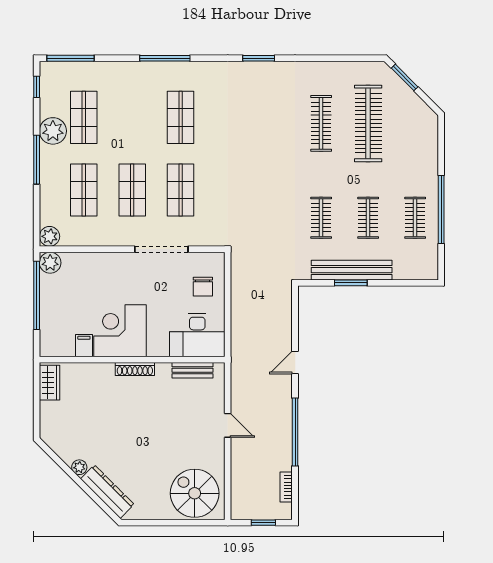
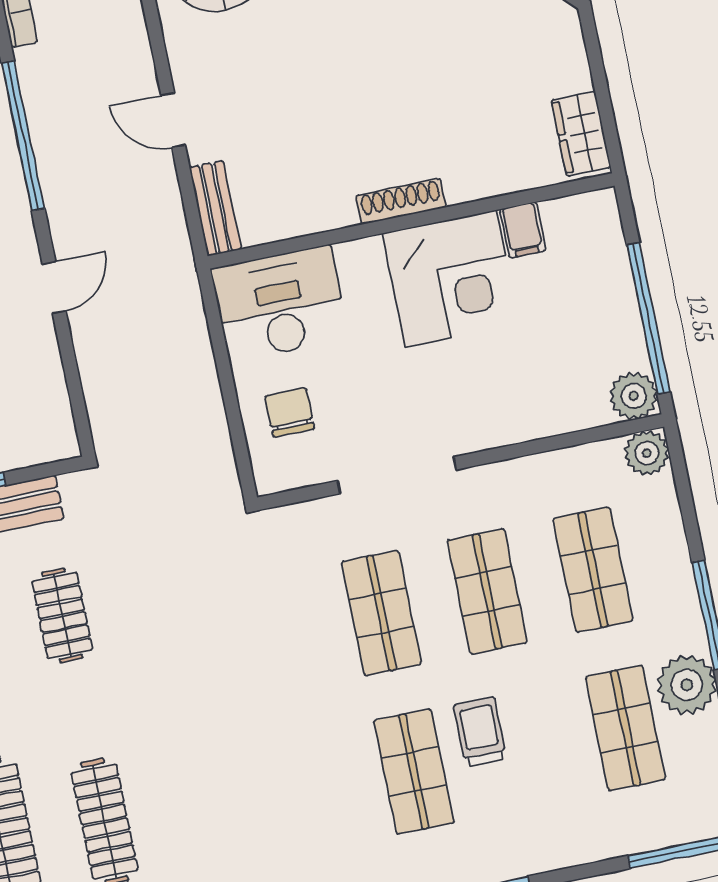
trolley: (148, 129) -> (480, 732), added
bench: (193, 370) -> (215, 208), moved, turned 90

